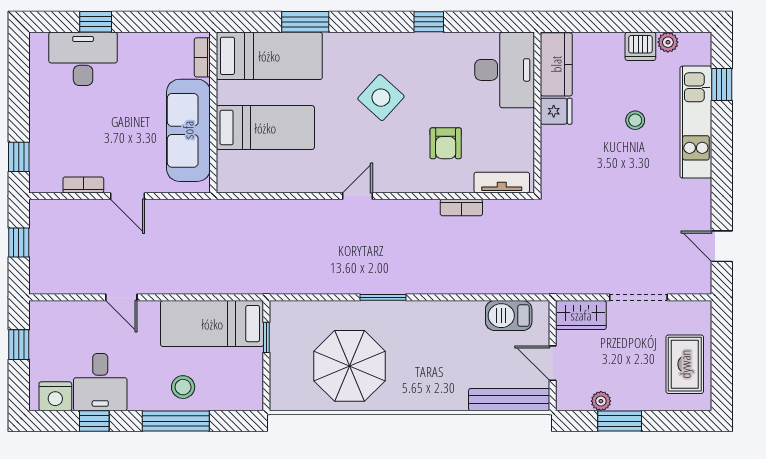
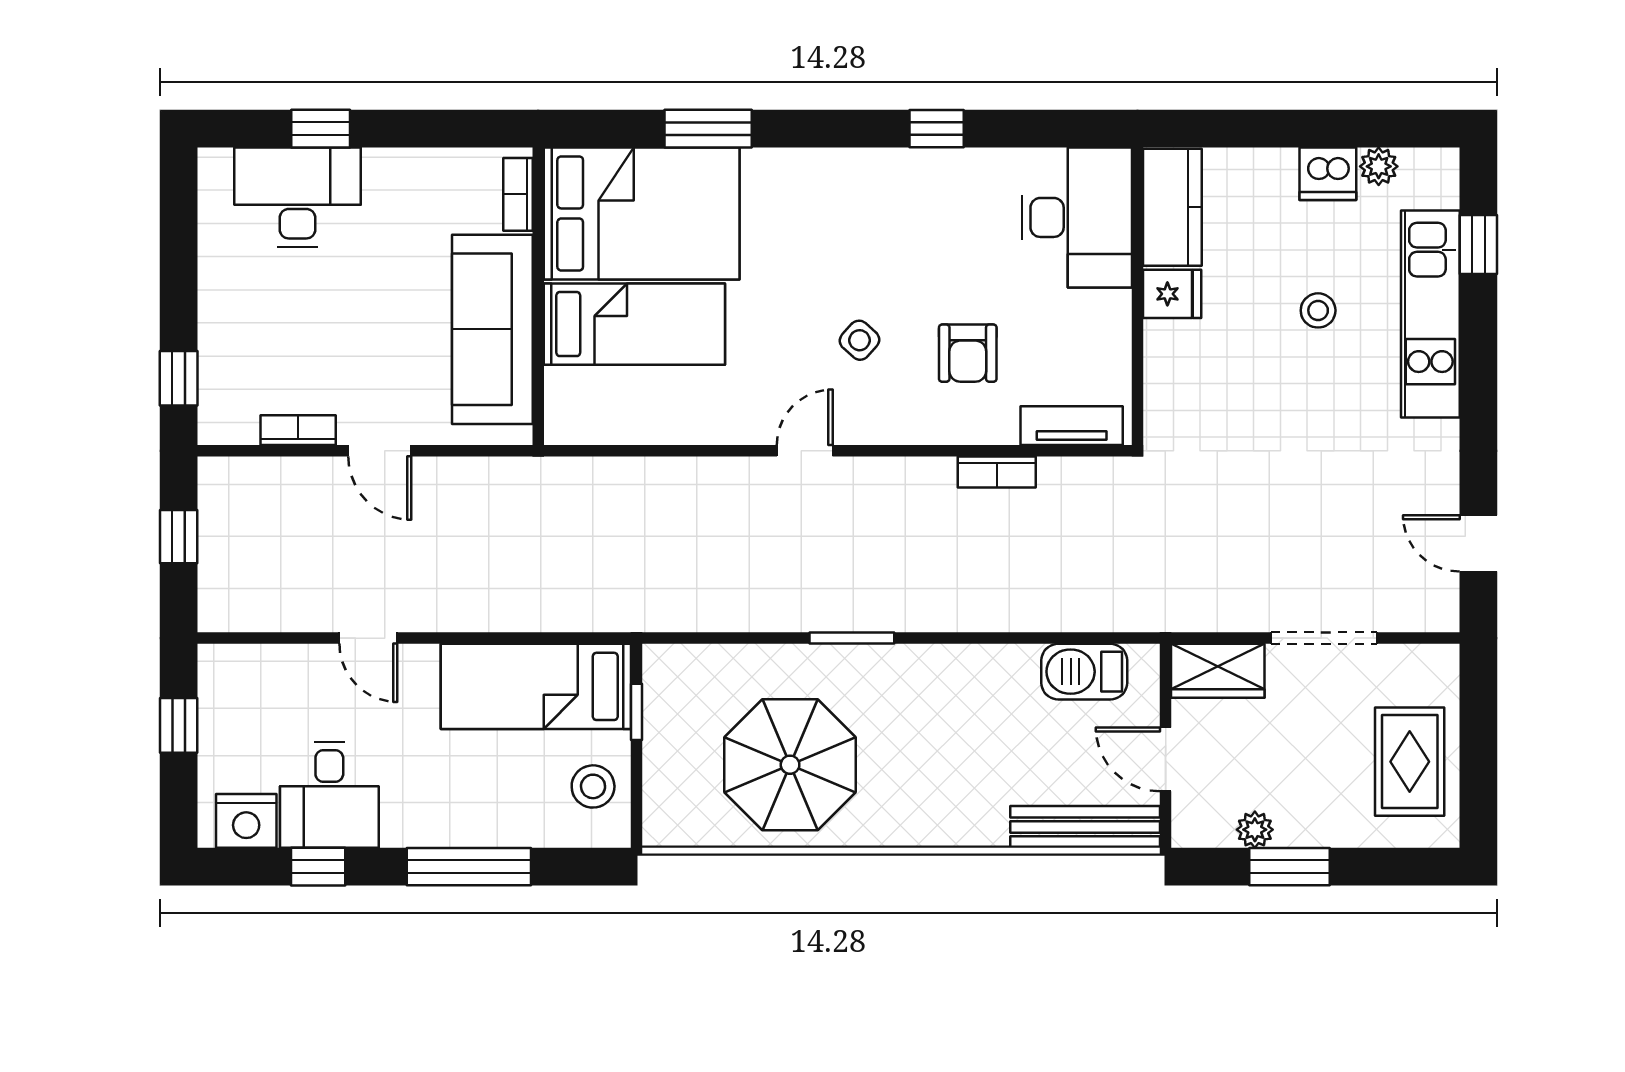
bed: (269, 56) -> (642, 213), width x1.50
side table: (381, 98) -> (860, 340), moved, width x0.54, depth x0.54
stool: (183, 387) -> (593, 786), moved

